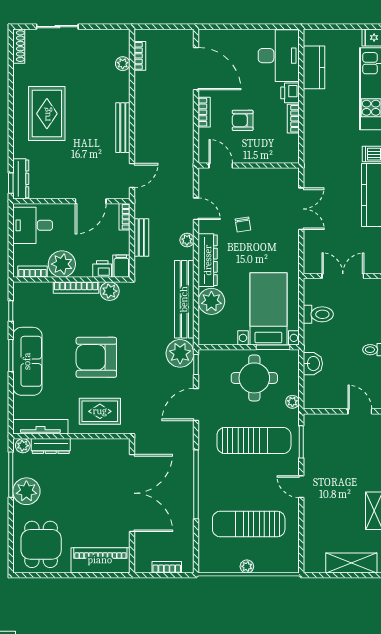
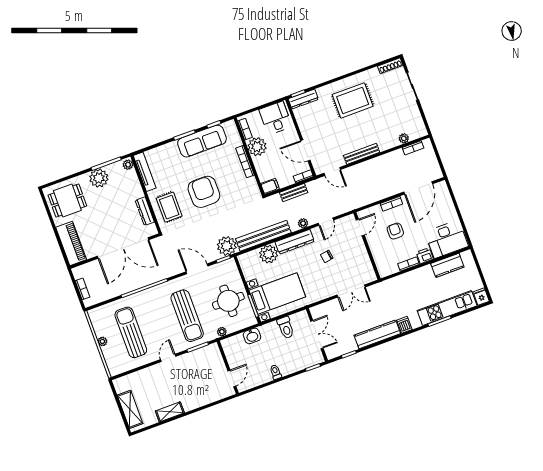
printer: (102, 269) -> (264, 174), removed
plant: (110, 291) -> (251, 185), removed
sofa: (27, 361) -> (202, 141), moved
dresser: (51, 446) -> (145, 211), moved

